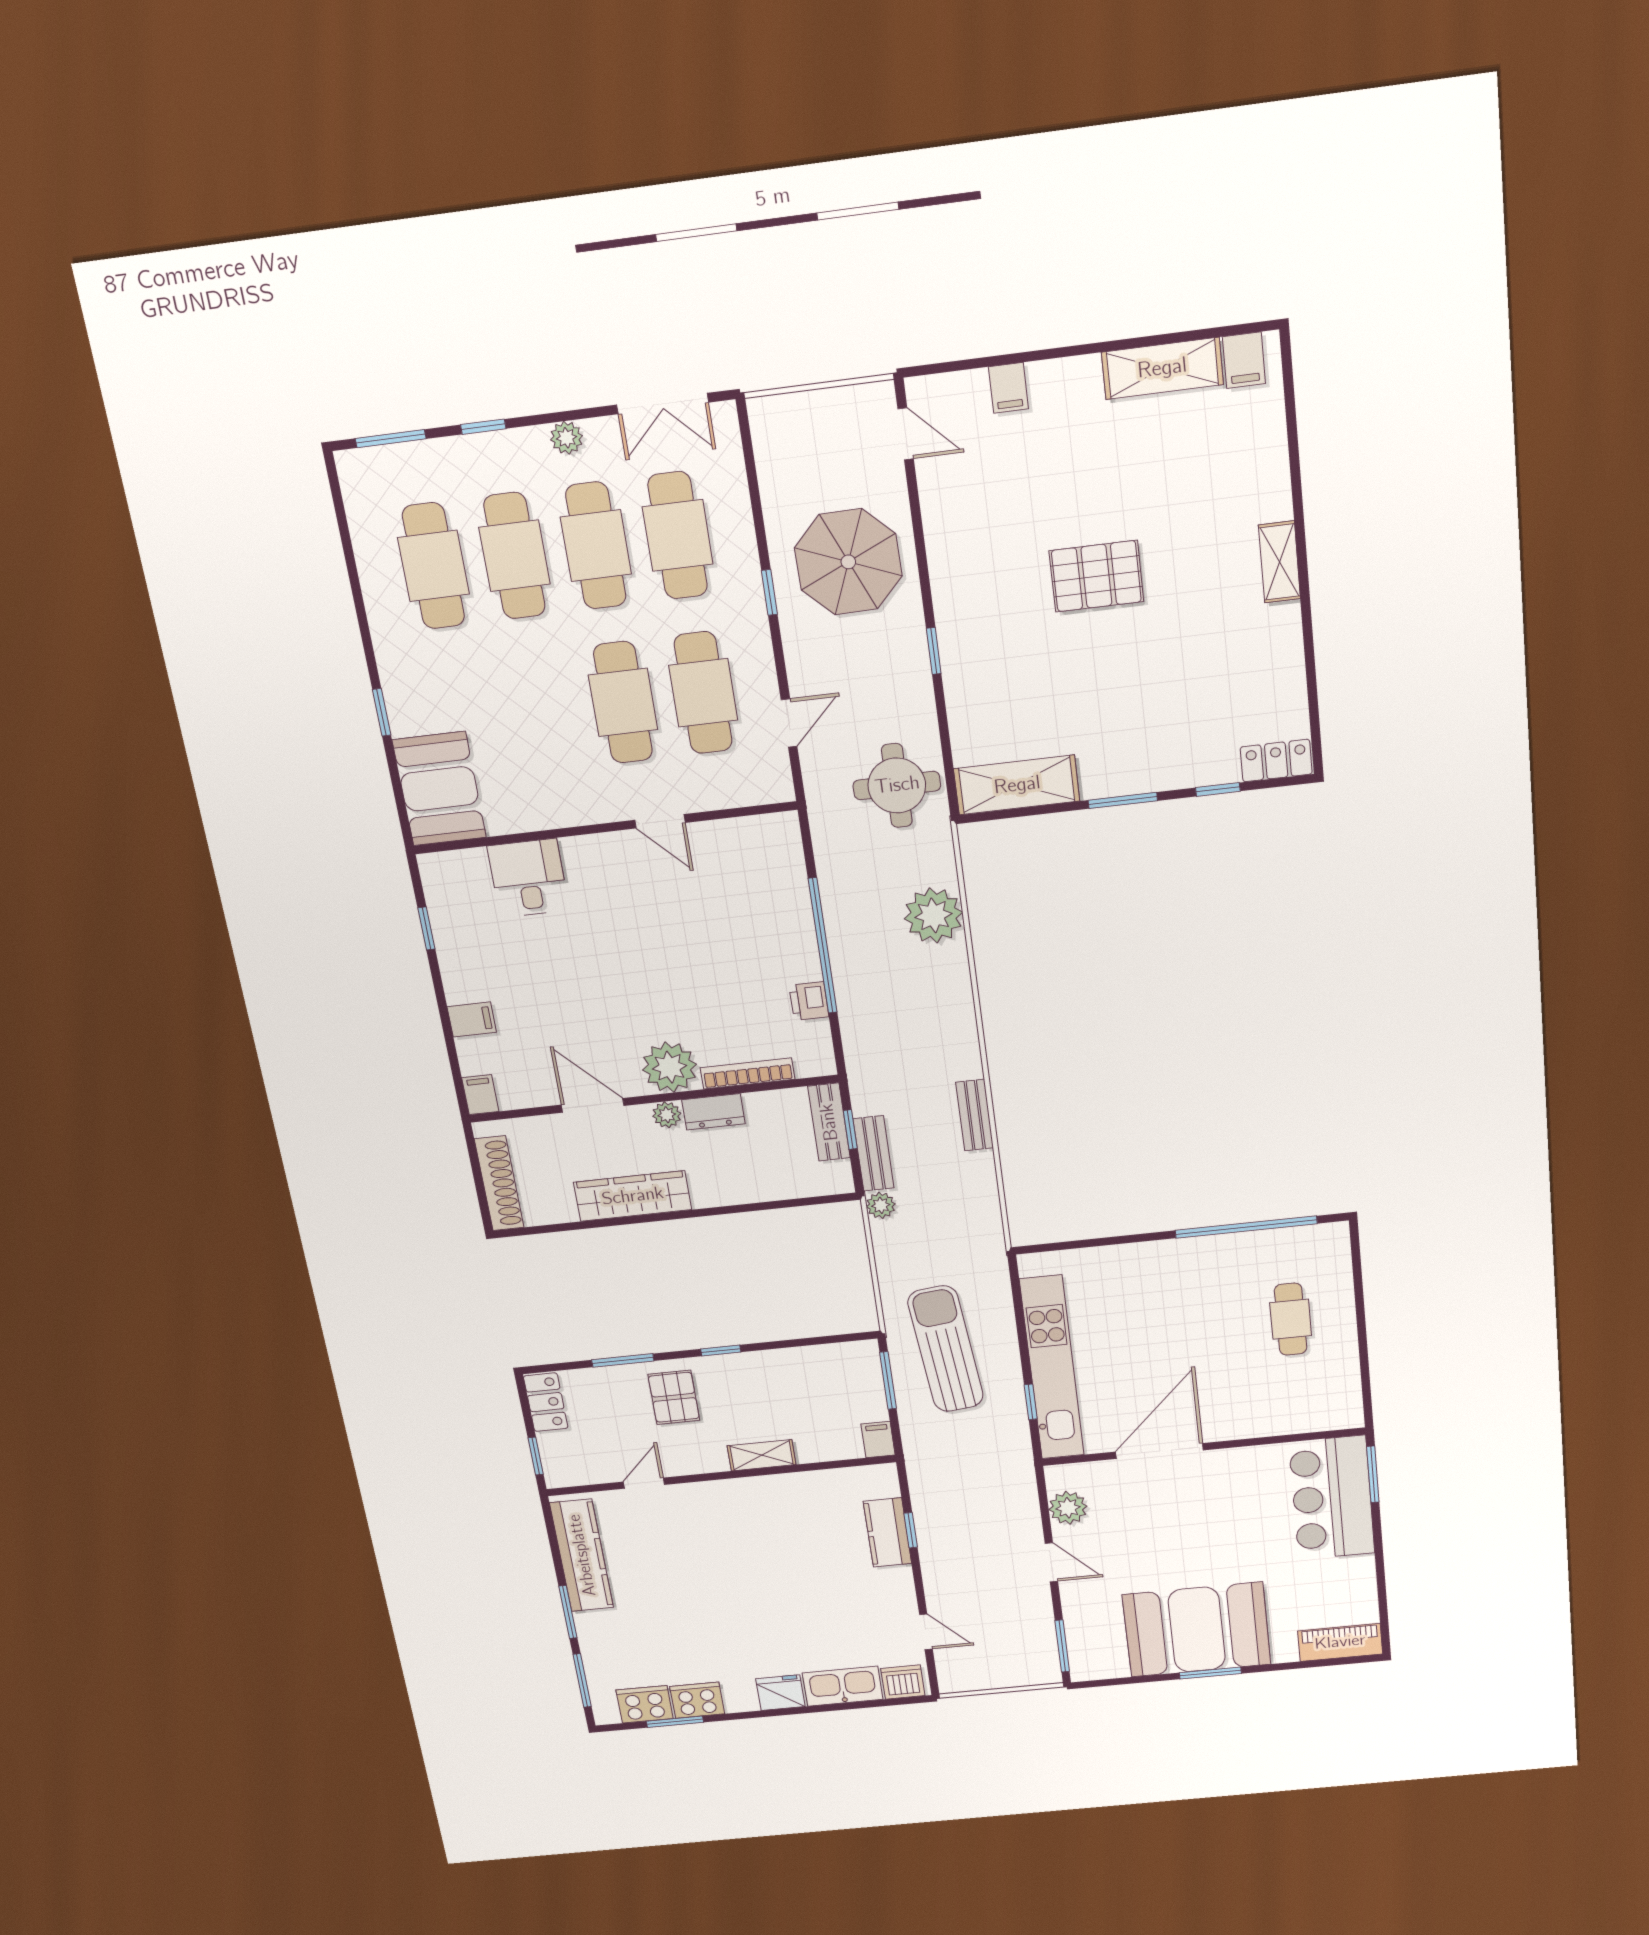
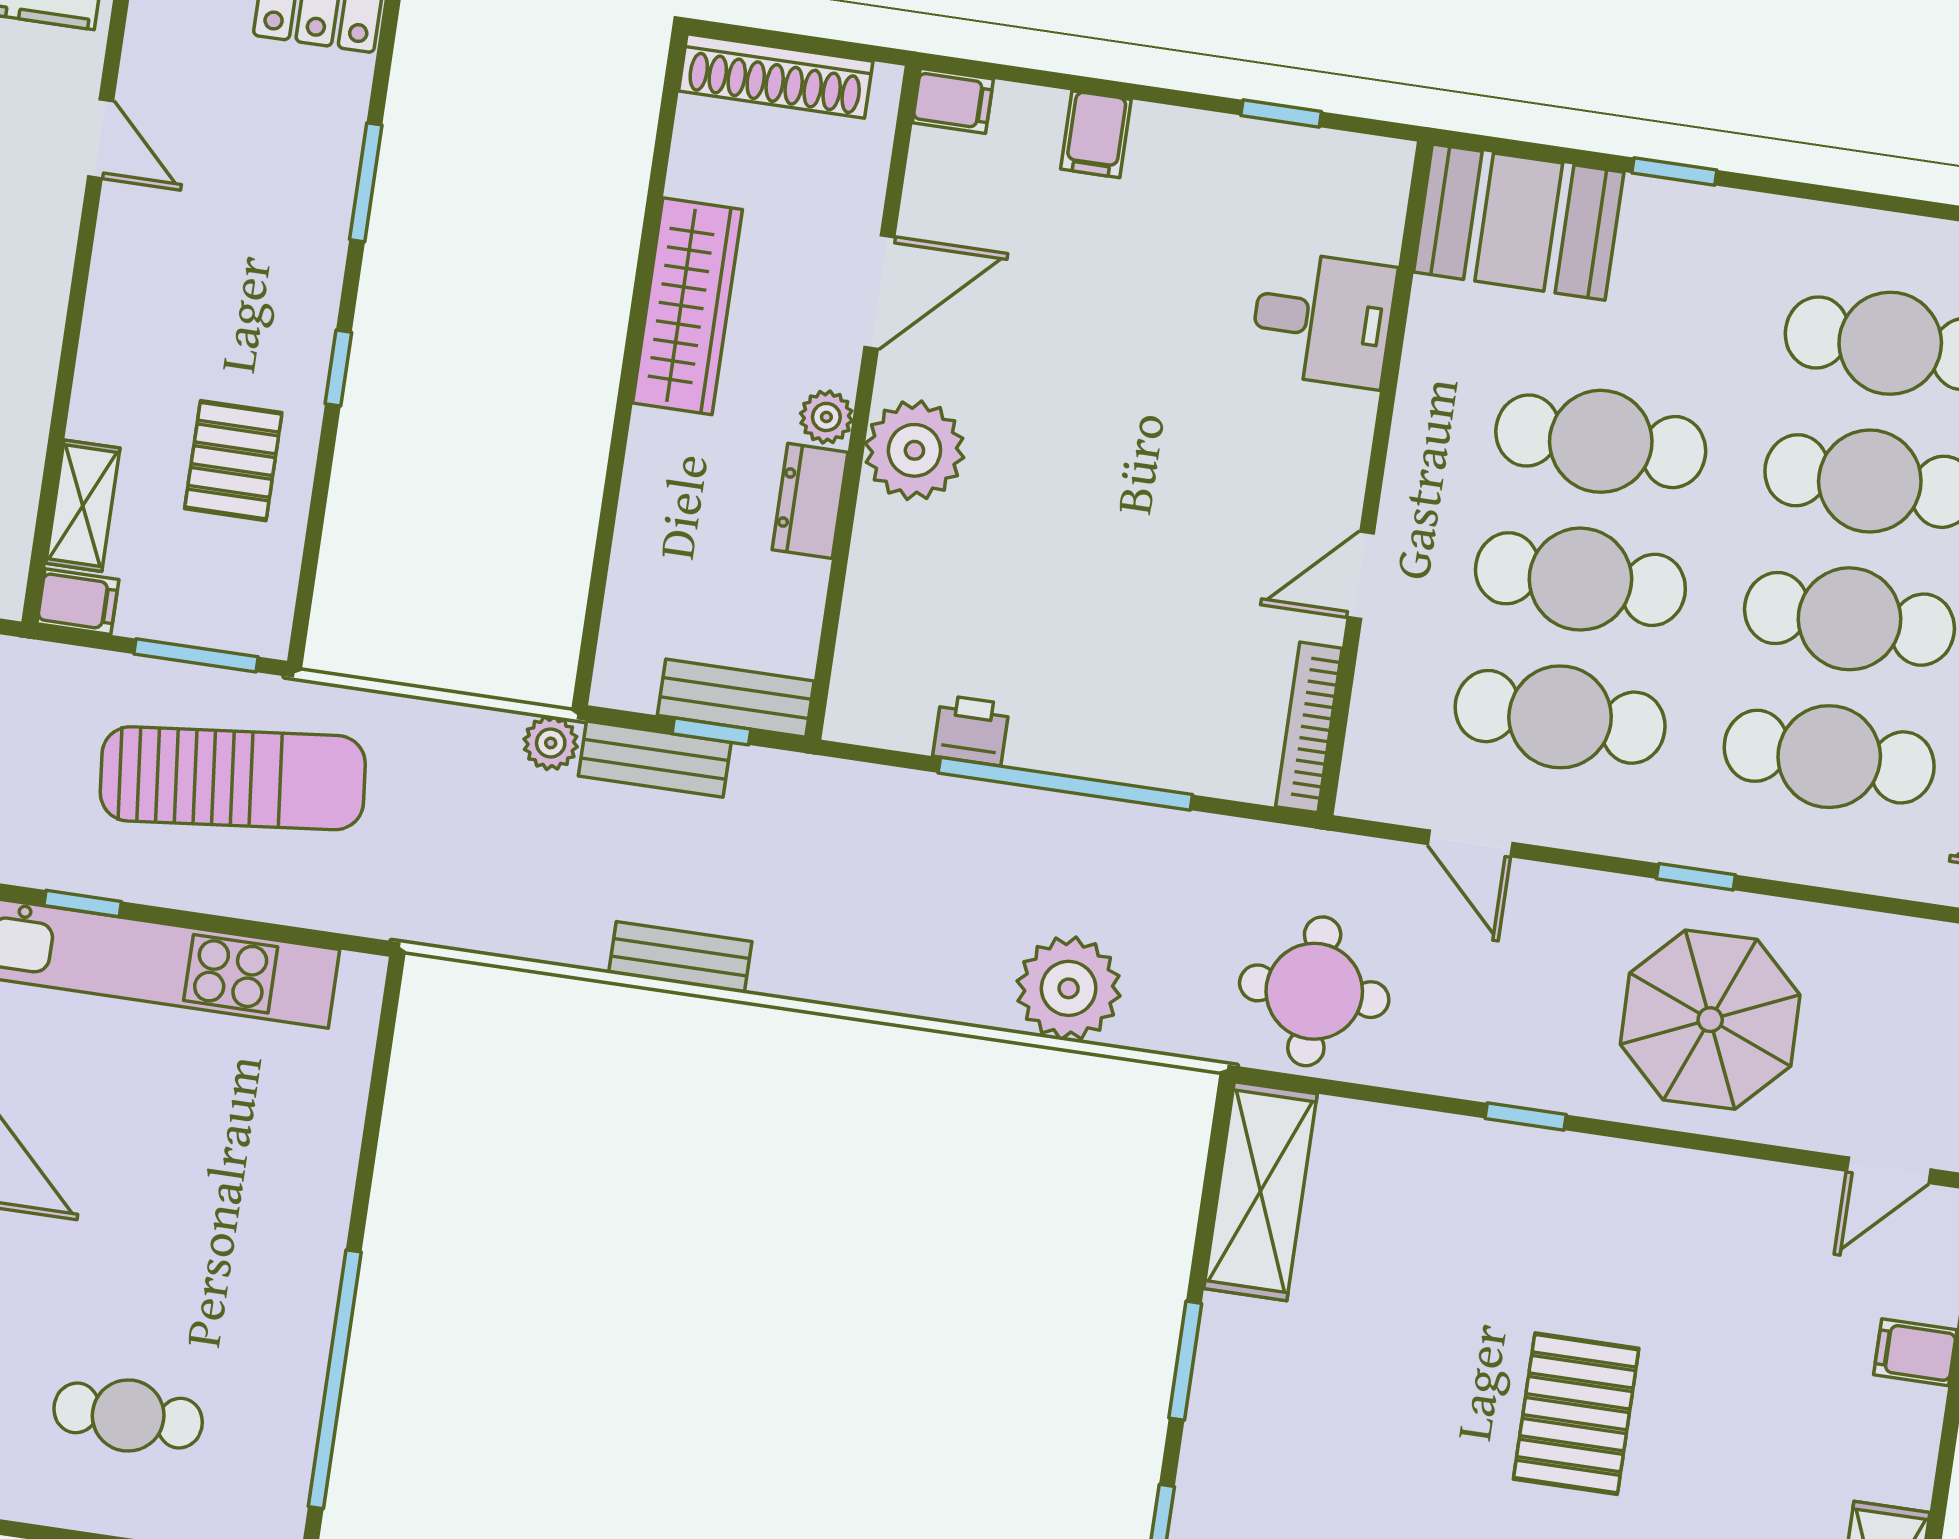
cafe table: (543, 712) -> (1601, 441), added
bookcase: (748, 1073) -> (1309, 727), moved, turned 180
pallet: (674, 1397) -> (233, 461), moved, turned 90
shelving: (762, 1455) -> (83, 506), moved

